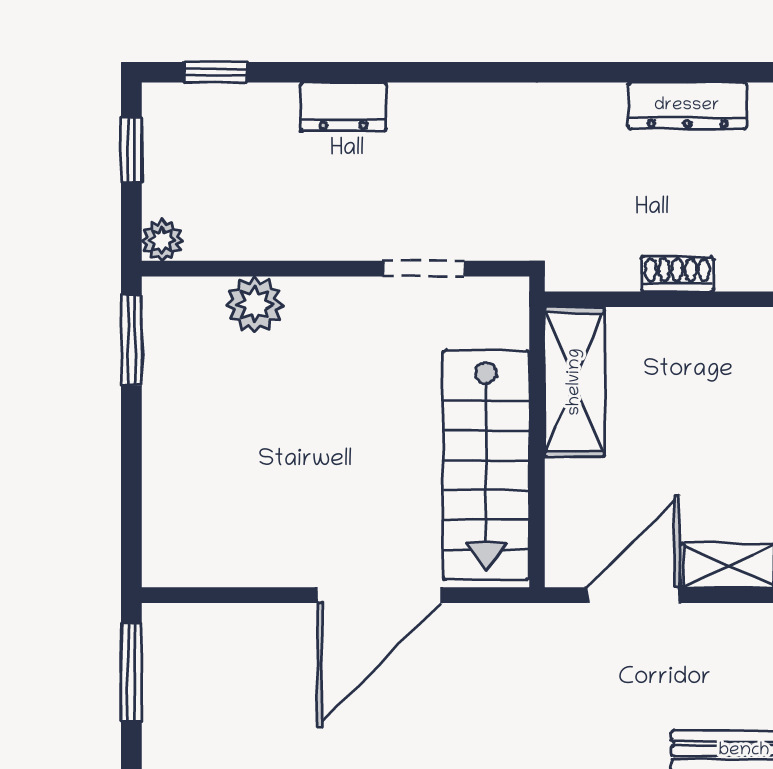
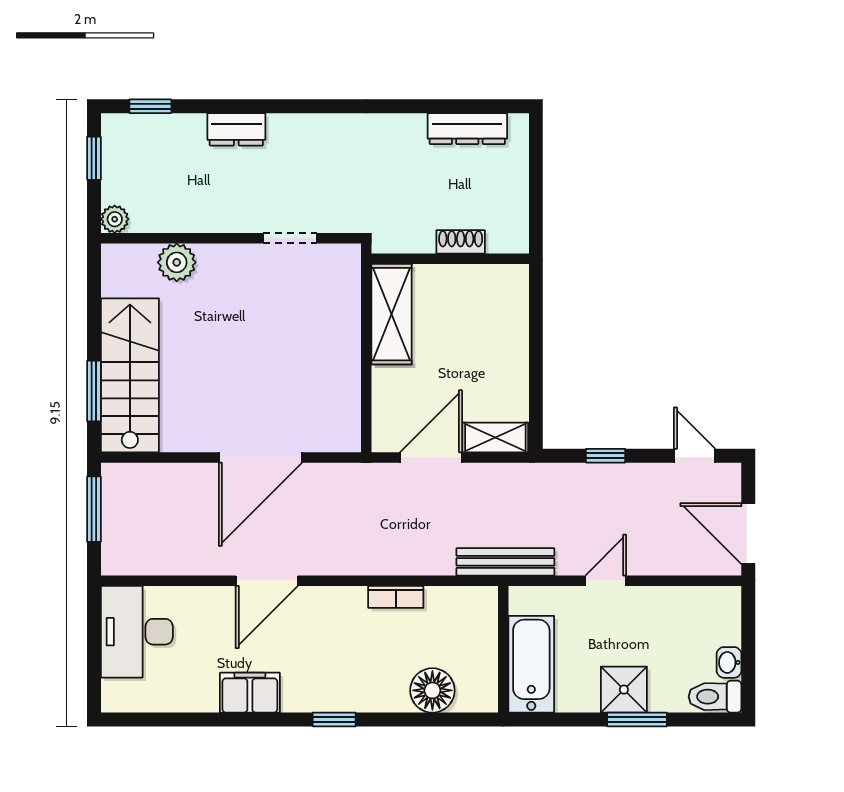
window: (131, 340) -> (94, 391), moved
stairs: (486, 465) -> (130, 375), moved, turned 180

